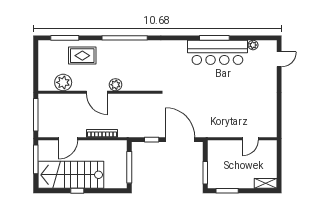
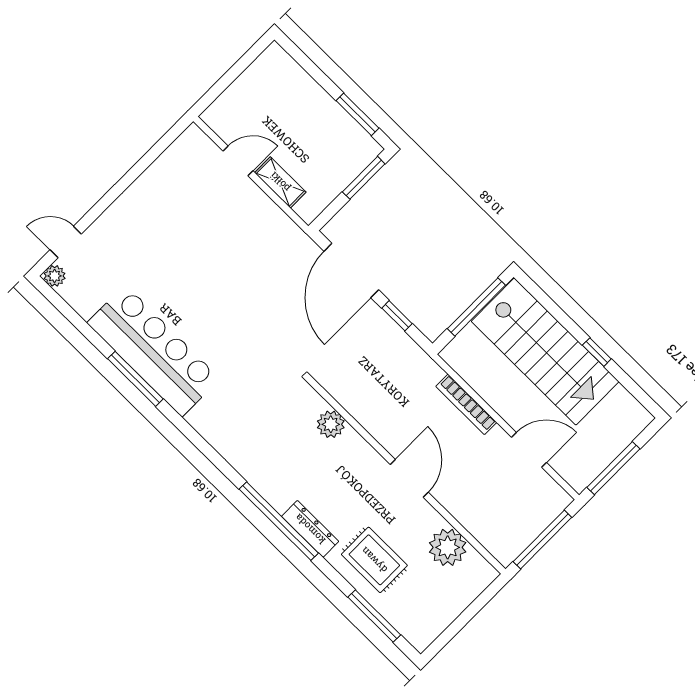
dresser: (112, 45) -> (310, 529), added
plant: (253, 45) -> (55, 276), moved
plant: (116, 85) -> (331, 424), moved
stairs: (71, 175) -> (545, 352), moved
shelving: (266, 183) -> (280, 182), moved

